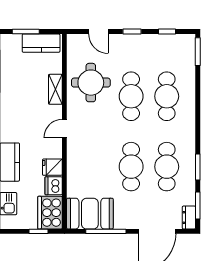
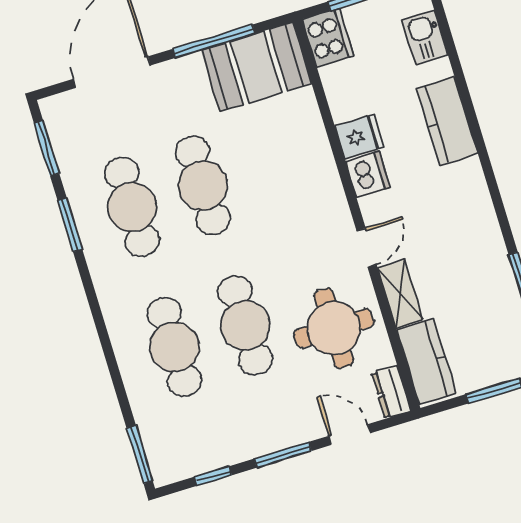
window: (132, 31) -> (283, 455), width x1.50
kitchen counter: (41, 43) -> (426, 362), moved, turned 90
door: (64, 129) -> (367, 248), moved
dishwasher: (54, 186) -> (368, 174), moved
cooker: (50, 213) -> (328, 38), width x0.73, depth x0.76
dresser: (189, 218) -> (391, 392), moved, turned 180

